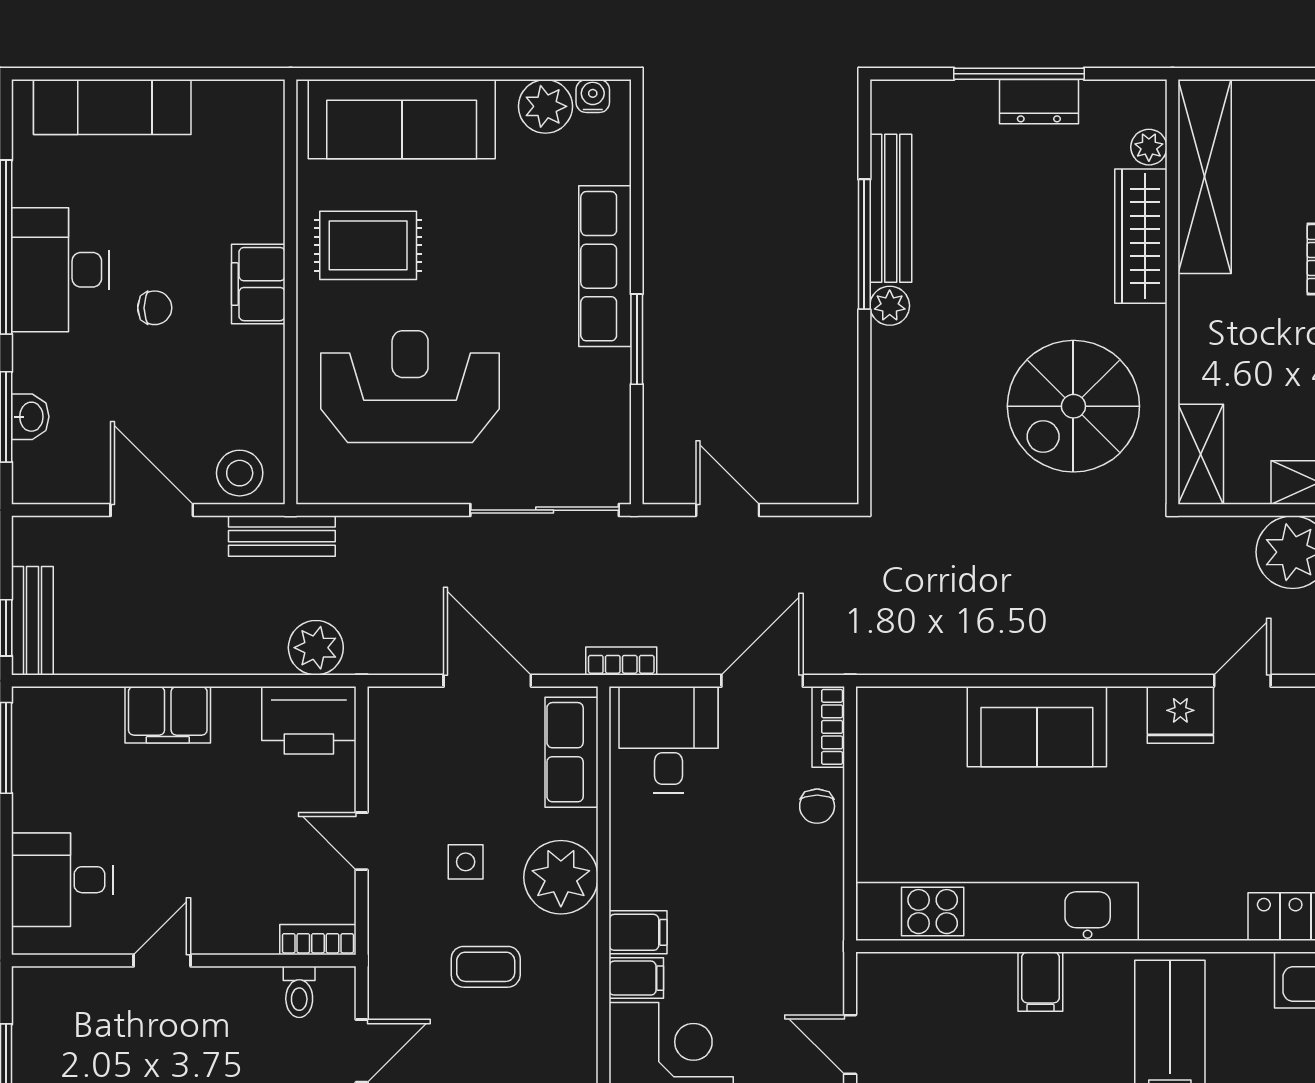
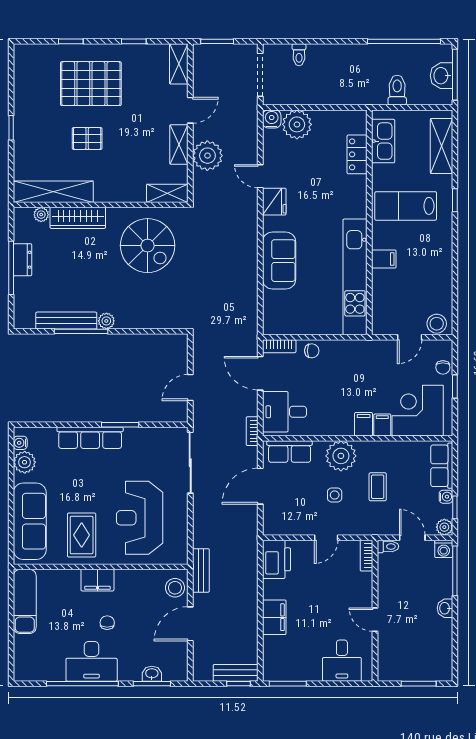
exam couch: (112, 107) -> (25, 601), moved
plant: (316, 648) -> (247, 556), removed
toilet: (299, 992) -> (388, 546), moved

